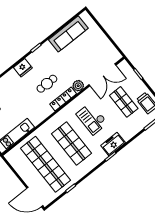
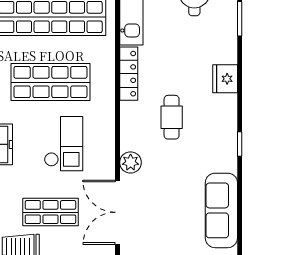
fridge: (23, 68) -> (225, 79), moved
locker: (63, 99) -> (129, 74), moved
checkout: (92, 119) -> (64, 144), turned 90

